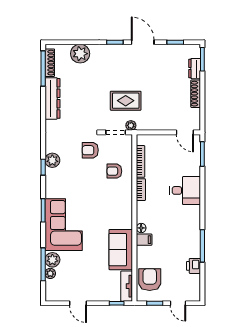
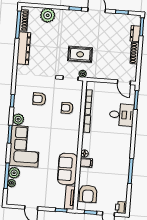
armchair: (90, 150) -> (39, 99), moved
plant: (52, 160) -> (18, 119), moved
desk: (185, 190) -> (122, 115), moved
printer: (193, 266) -> (121, 207), moved
armchair: (150, 280) -> (88, 194), turned 180

